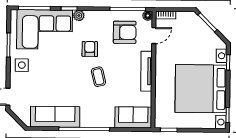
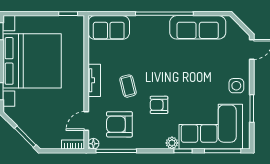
armchair: (90, 49) -> (159, 105), turned 90
tv unit: (146, 71) -> (94, 80), width x0.71
coffee table: (98, 77) -> (128, 86), moved

